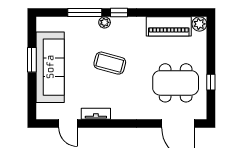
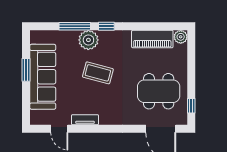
plant: (105, 22) -> (88, 40), width x1.88, depth x1.88
window: (211, 82) -> (191, 106), moved

